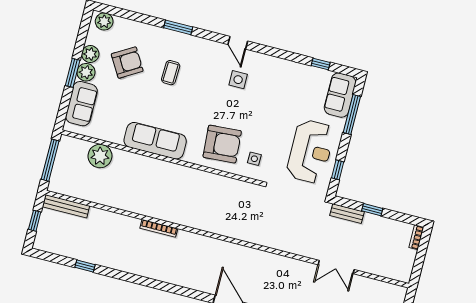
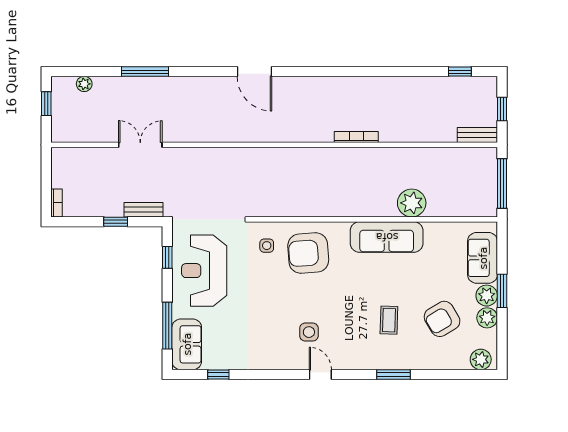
plant: (100, 156) -> (412, 203), moved
bench: (66, 206) -> (477, 135), width x0.73
window: (85, 266) -> (460, 72), moved

